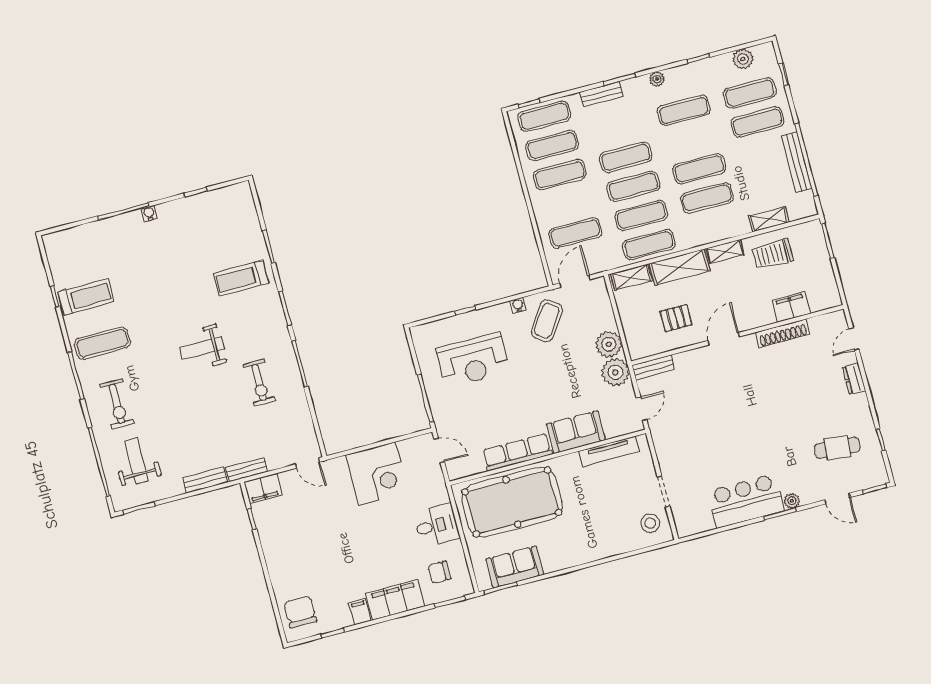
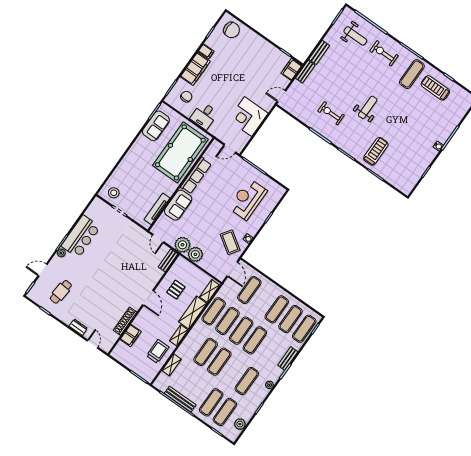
treadmill: (86, 297) -> (435, 88), turned 90

